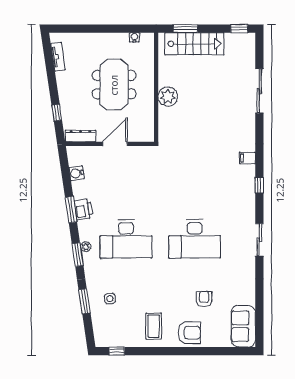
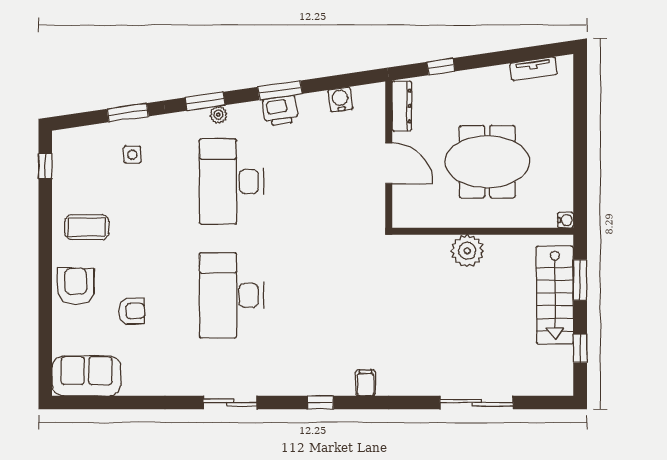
window: (239, 29) -> (580, 348), moved
water cooler: (134, 37) -> (566, 220), moved
armchair: (189, 333) -> (76, 286), turned 180

